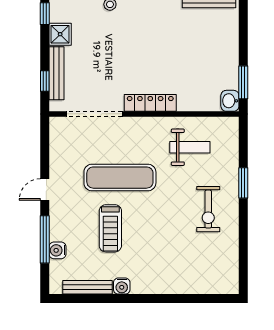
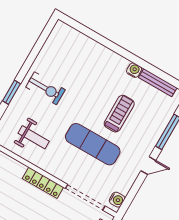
weight bench: (190, 147) -> (34, 137), turned 180
exercise bike: (208, 209) -> (45, 88), turned 90
water cooler: (58, 250) -> (117, 200), moved

